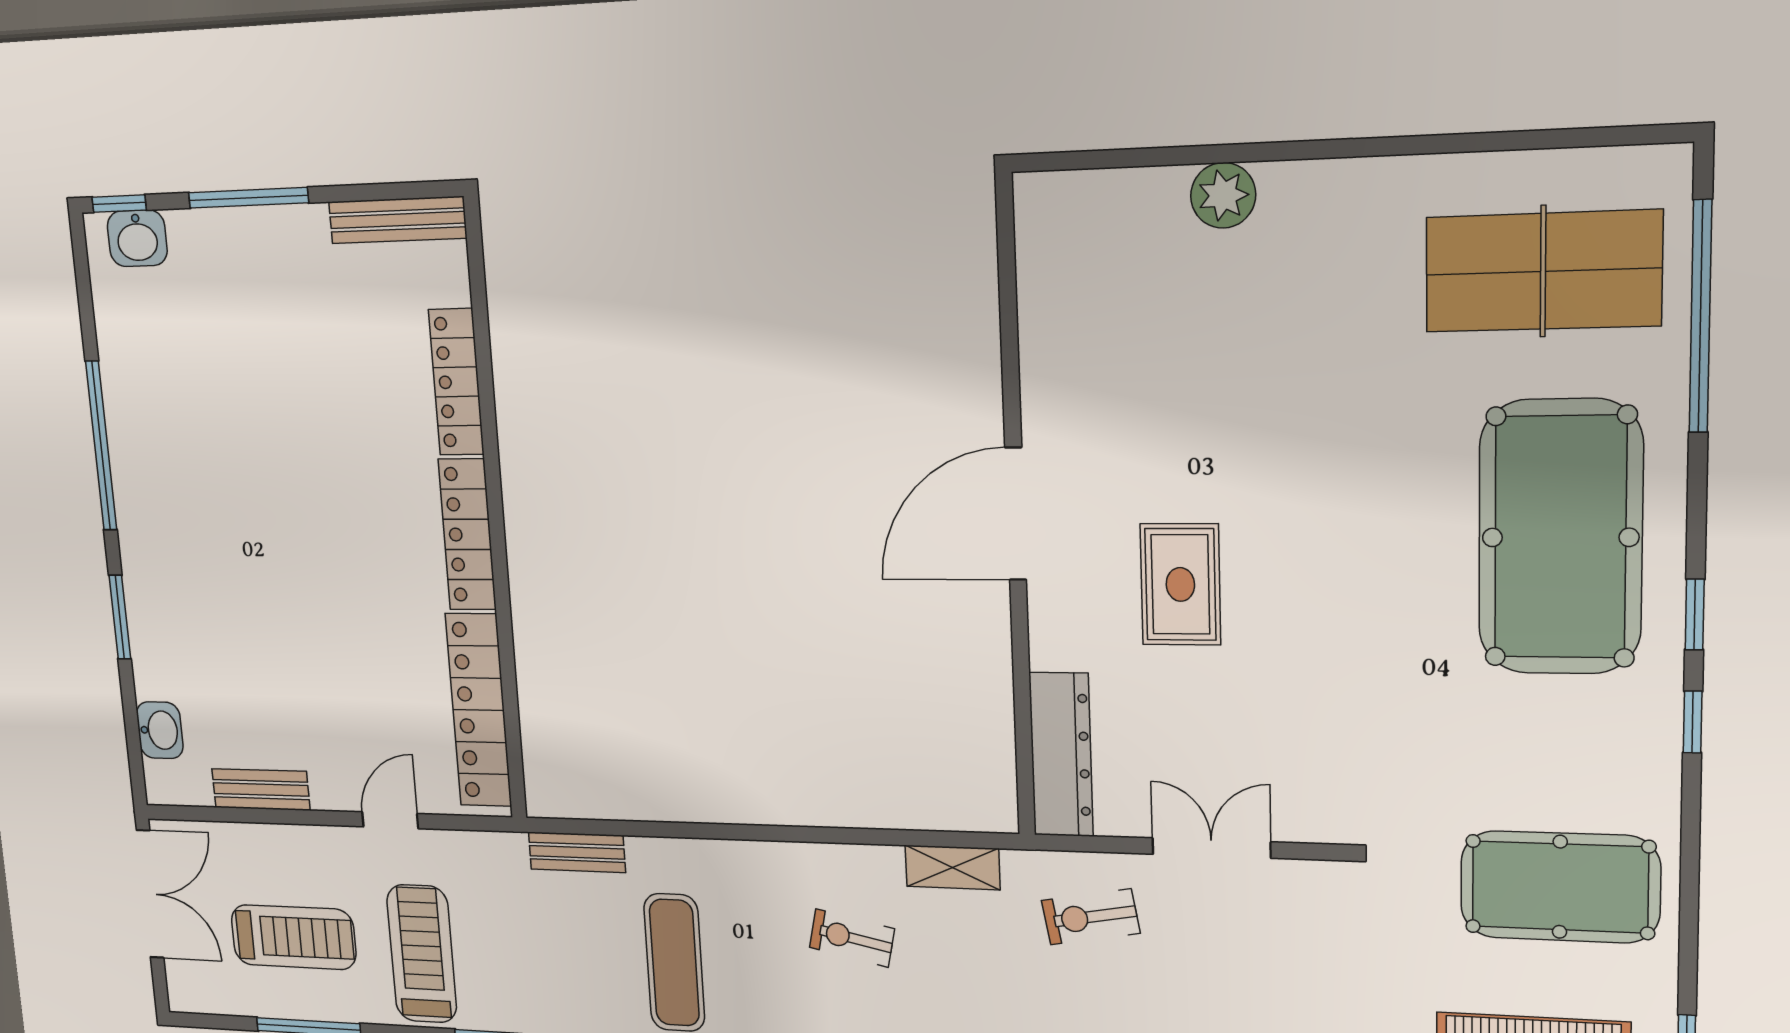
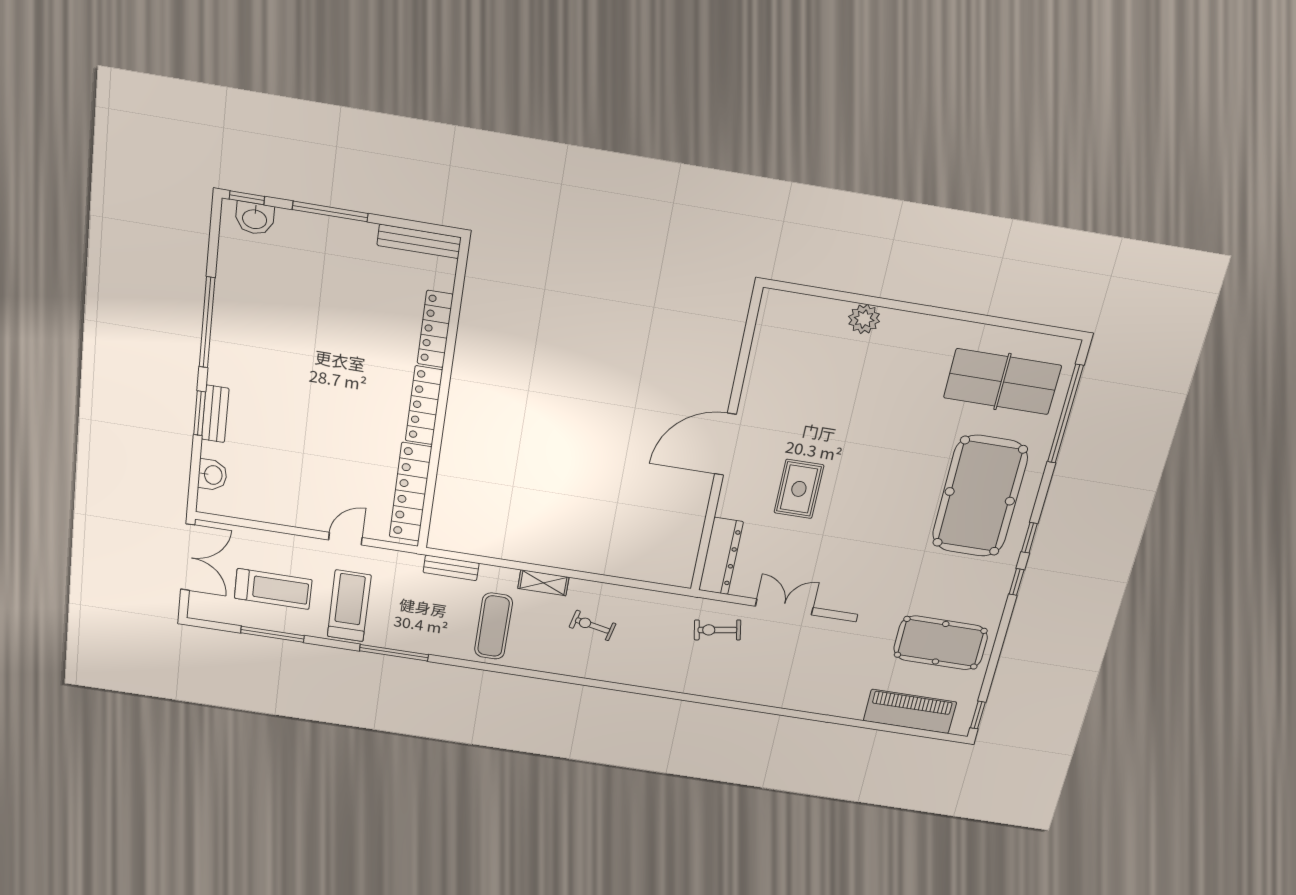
bench: (261, 790) -> (215, 414), moved, turned 90
shelving: (952, 867) -> (543, 583), moved

